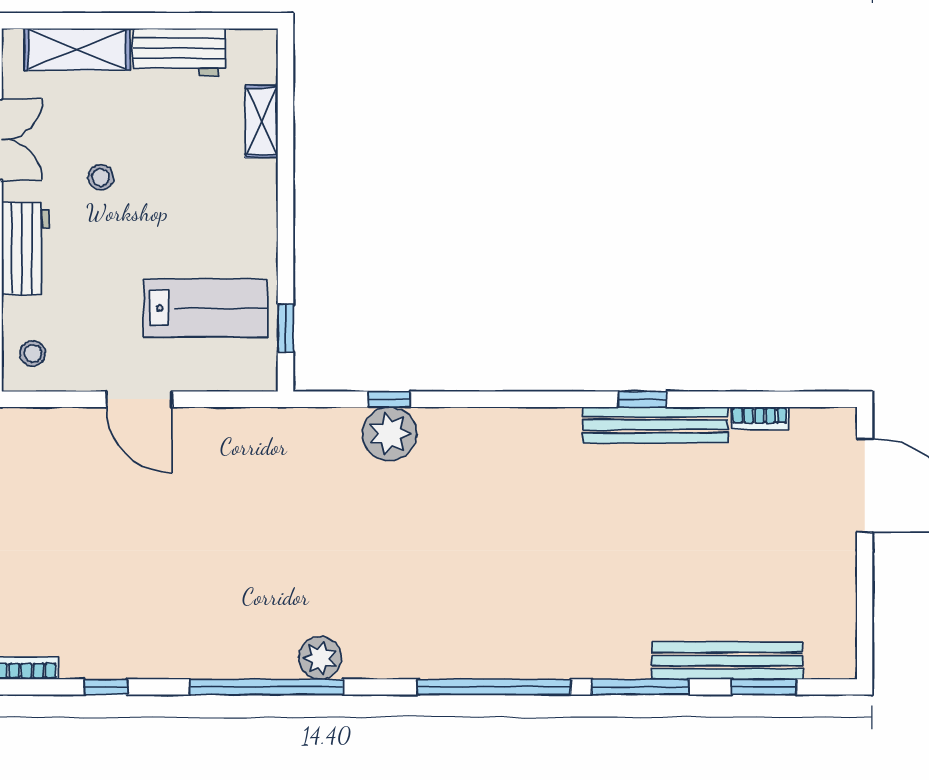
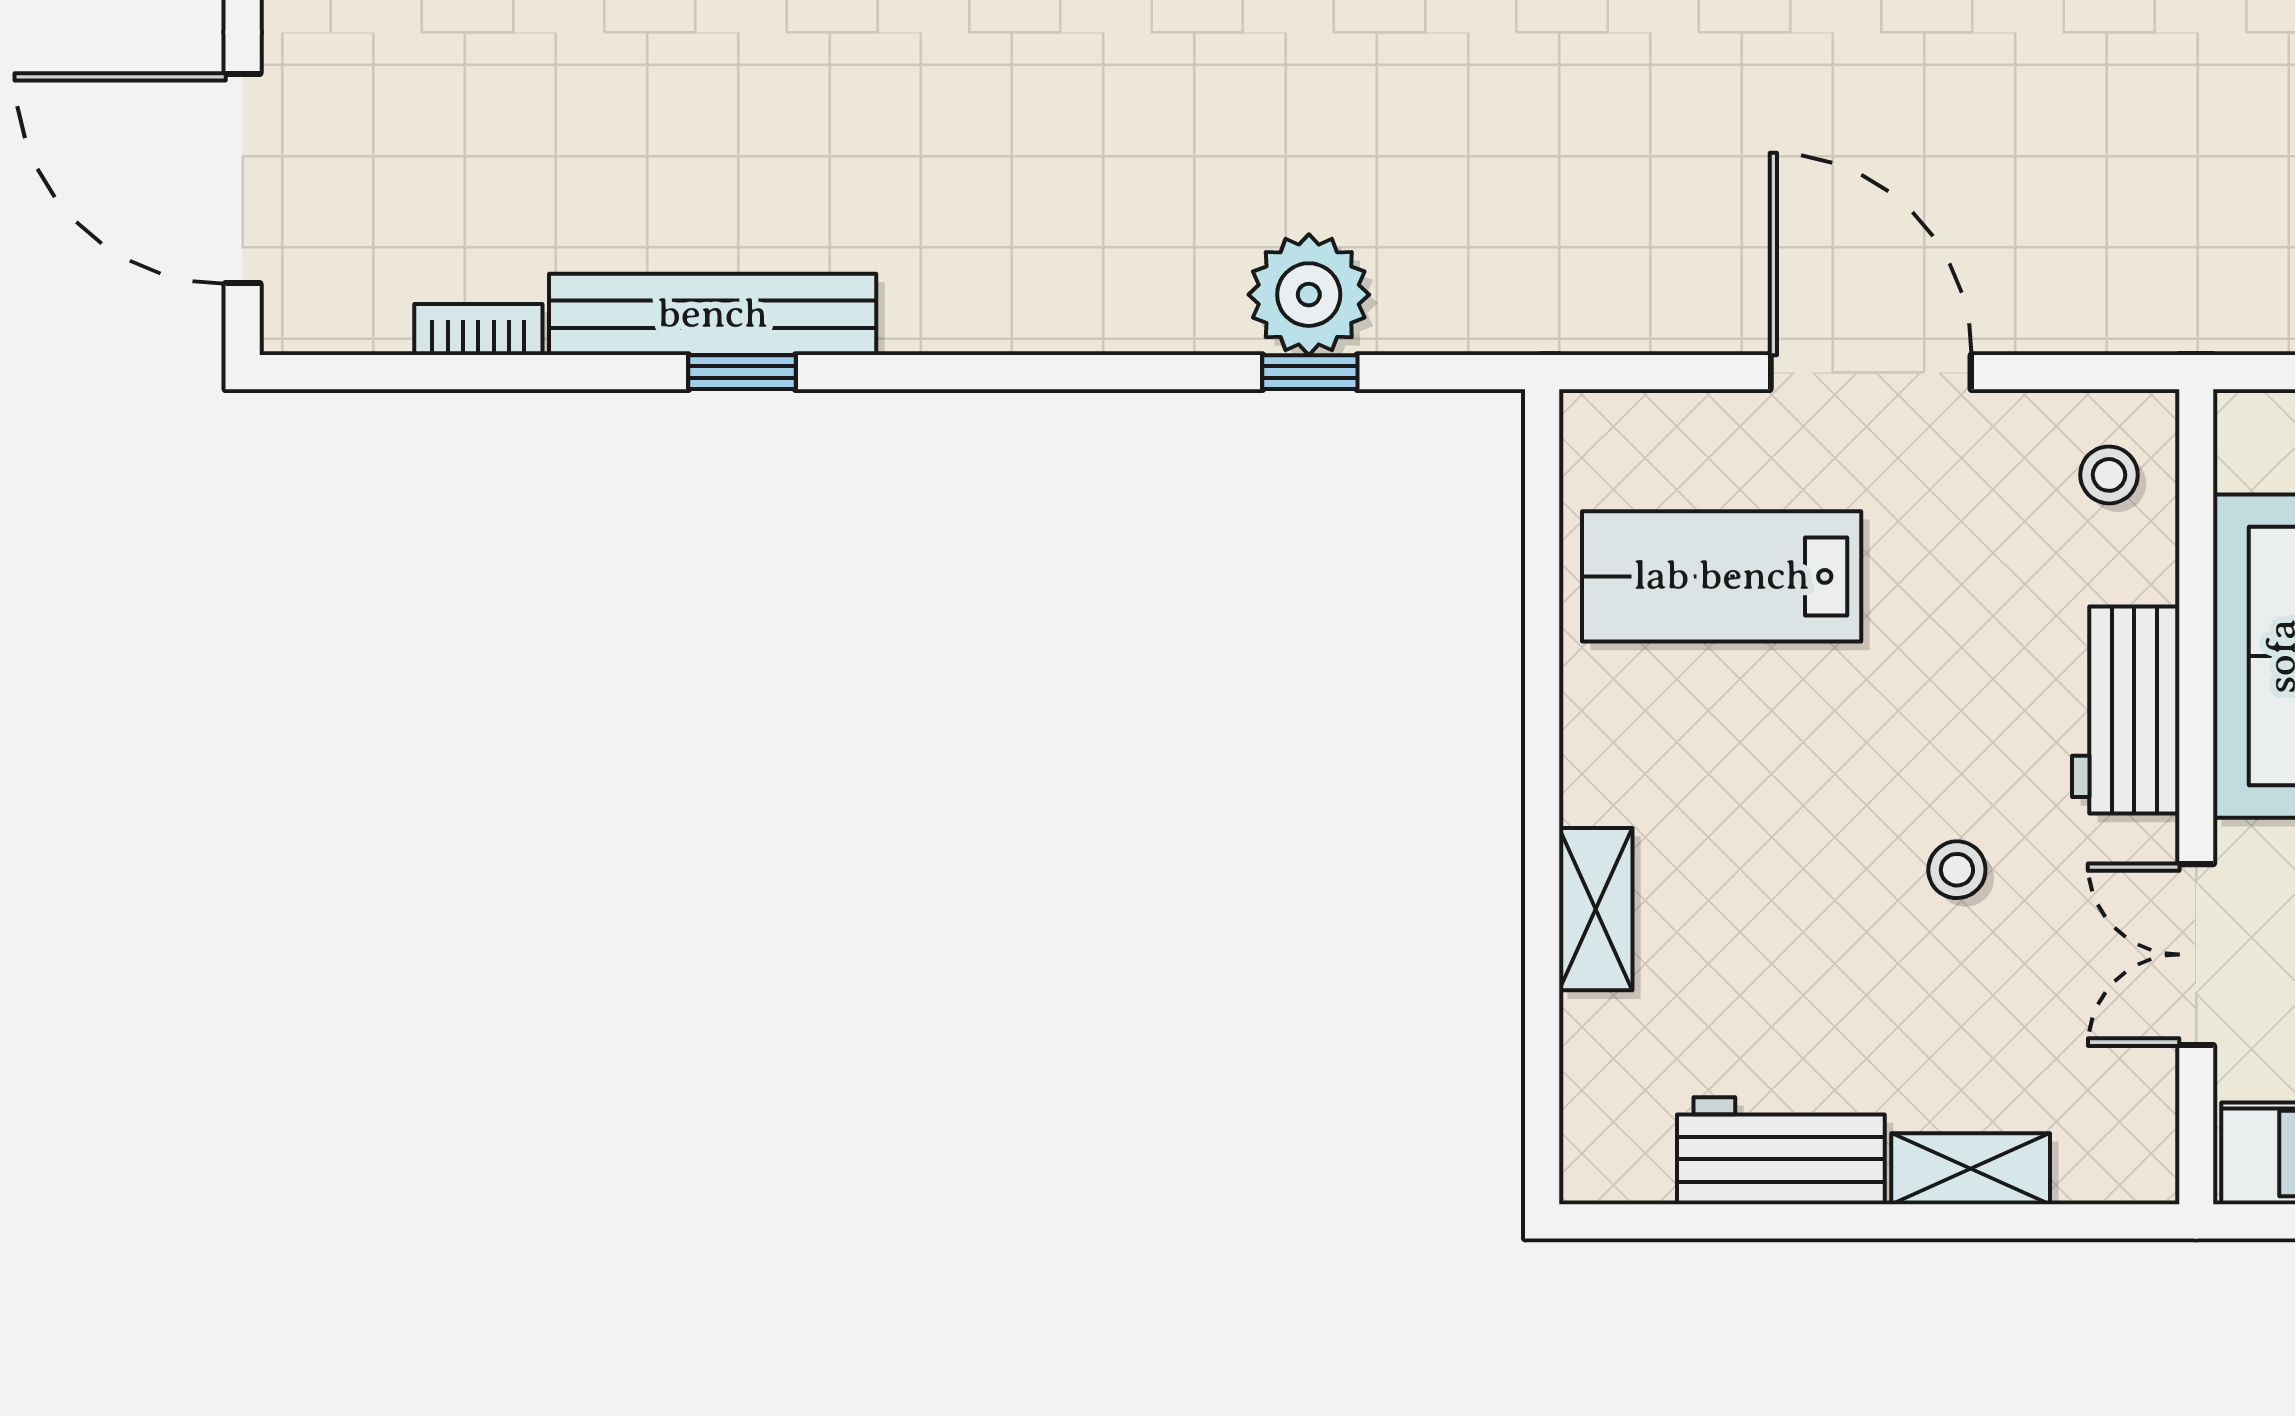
shelving: (77, 49) -> (1971, 1169), width x0.67, depth x0.75
shelving: (262, 121) -> (1596, 909), moved
window: (286, 328) -> (1542, 532), removed
door: (139, 399) -> (1871, 372), width x1.36

